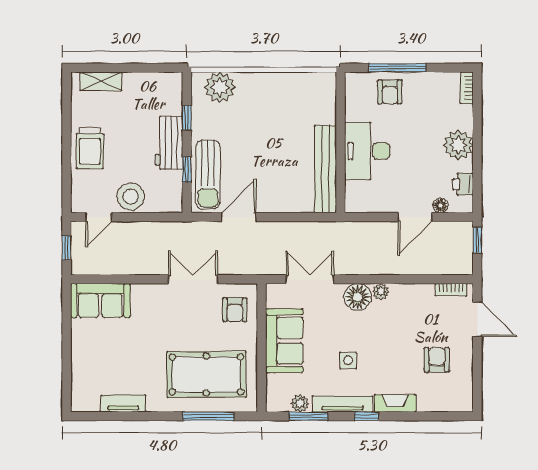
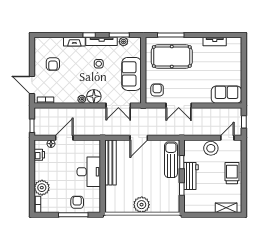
plant: (220, 87) -> (142, 205), moved
plant: (458, 145) -> (42, 188), moved
door: (239, 217) -> (139, 138), moved

